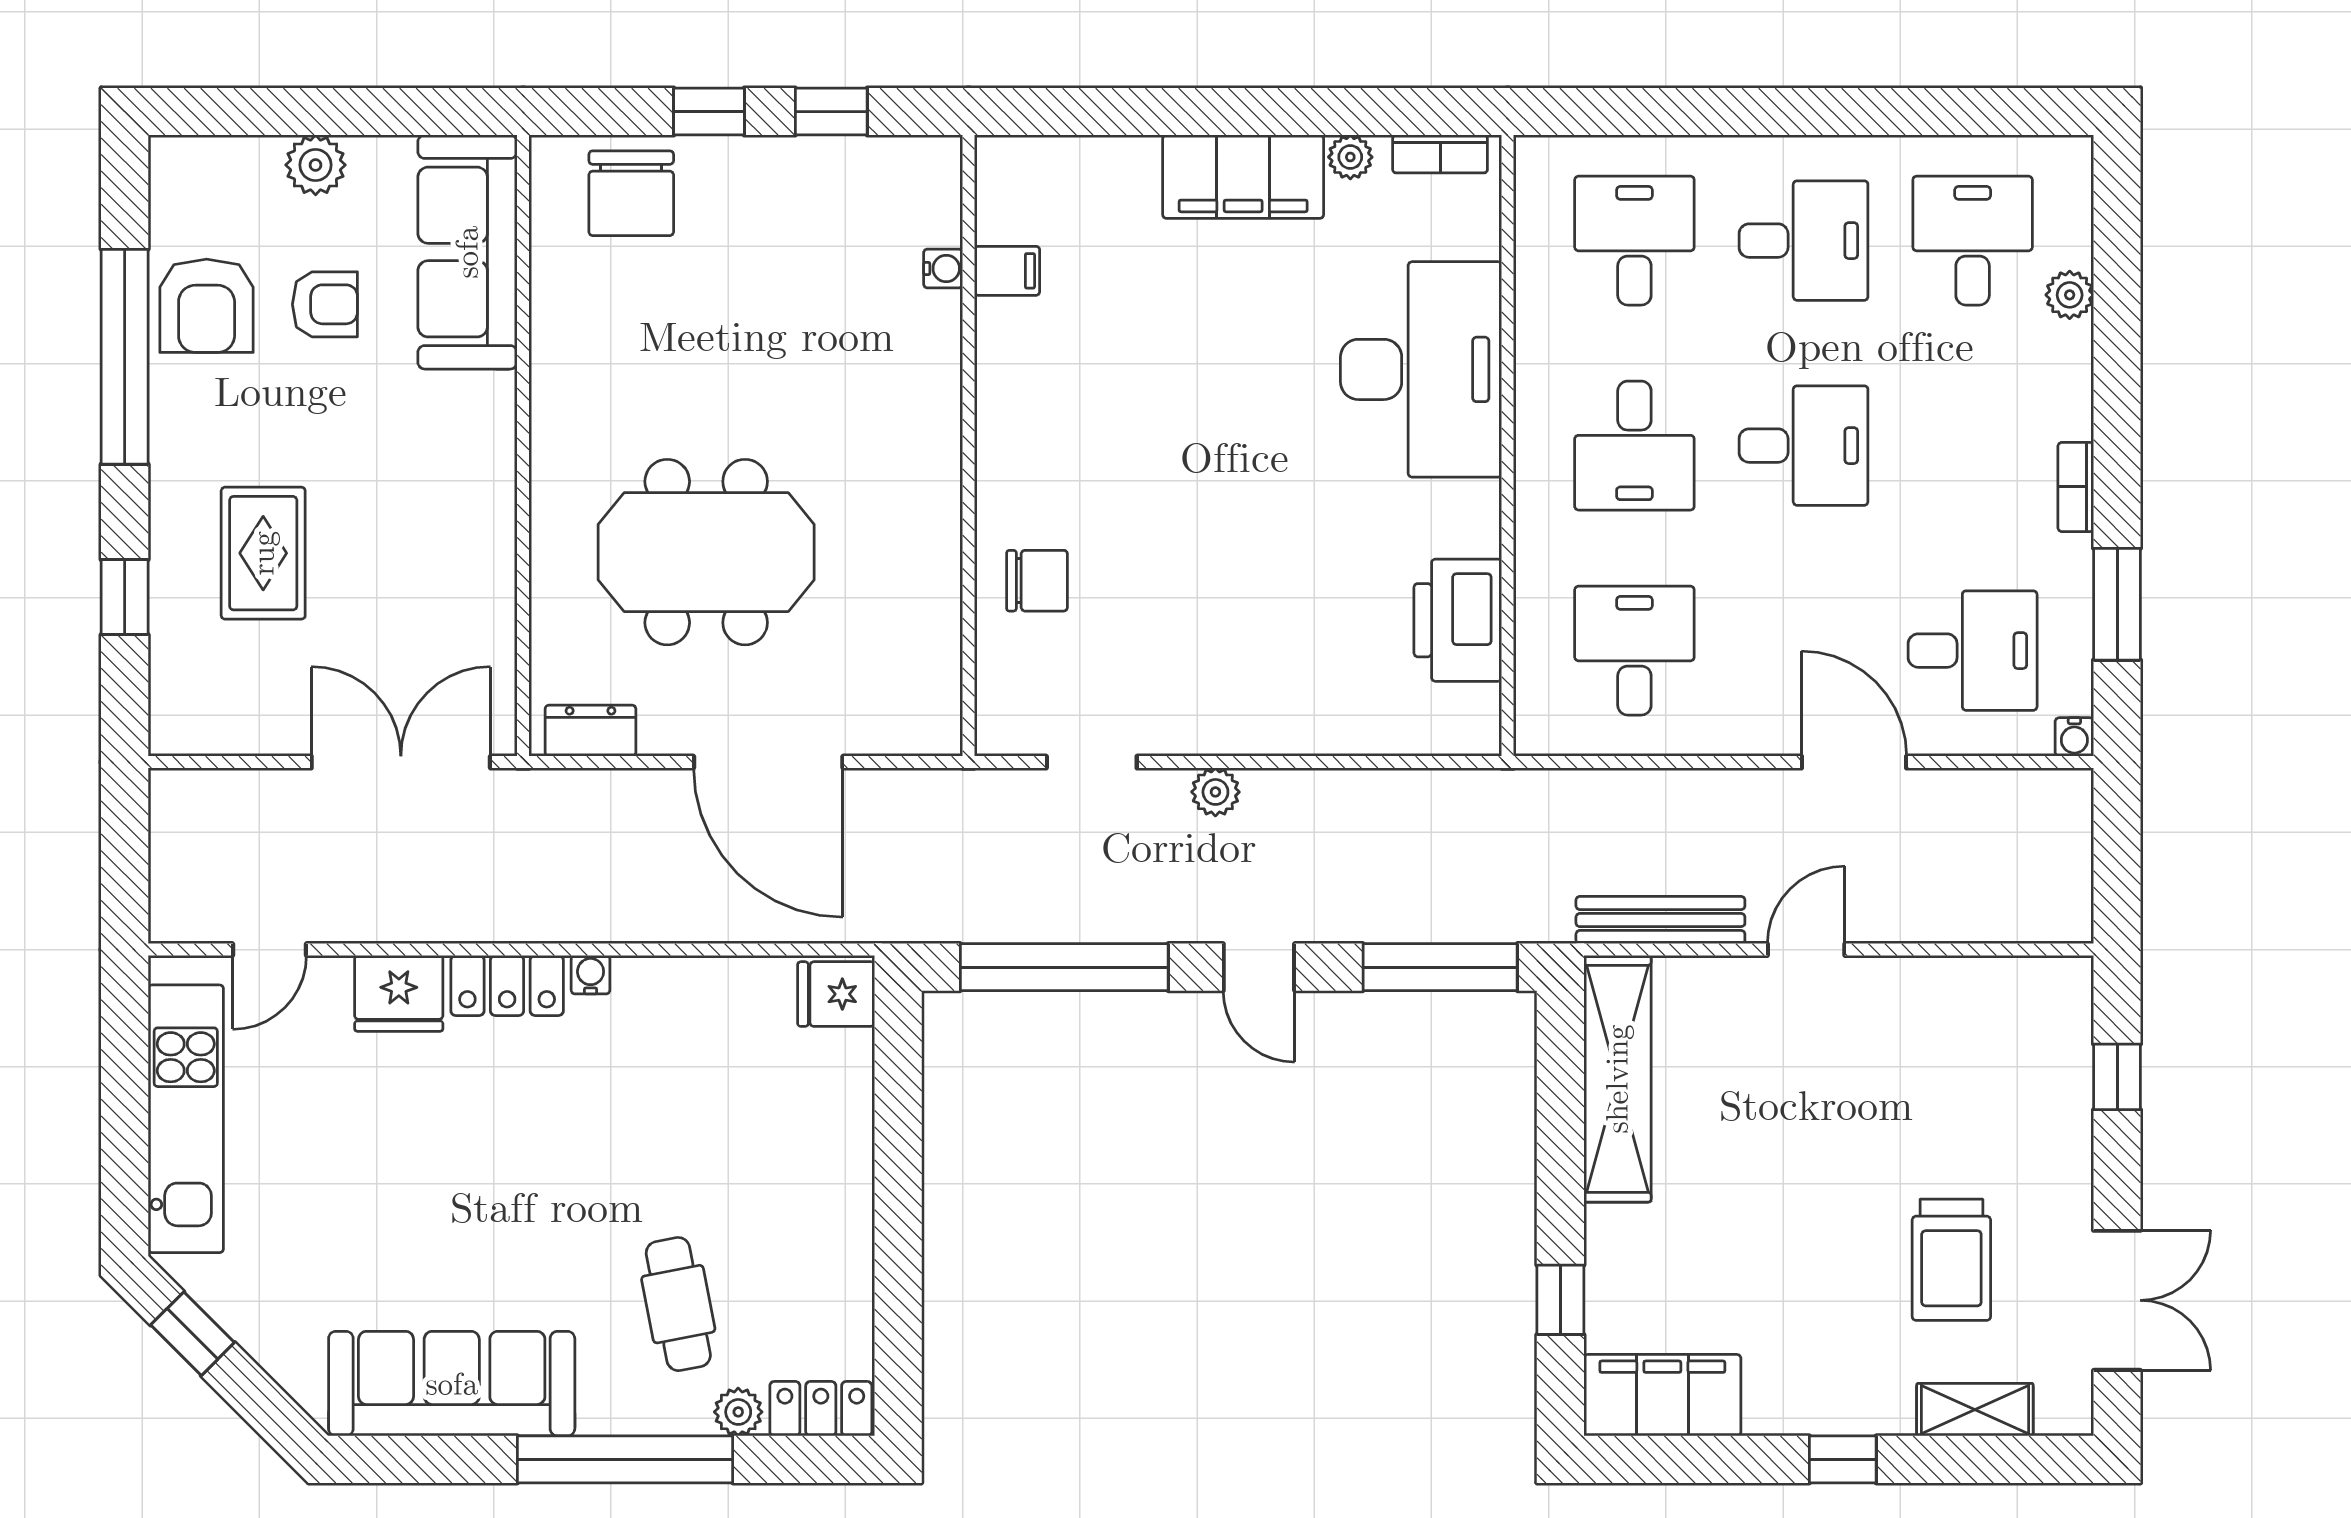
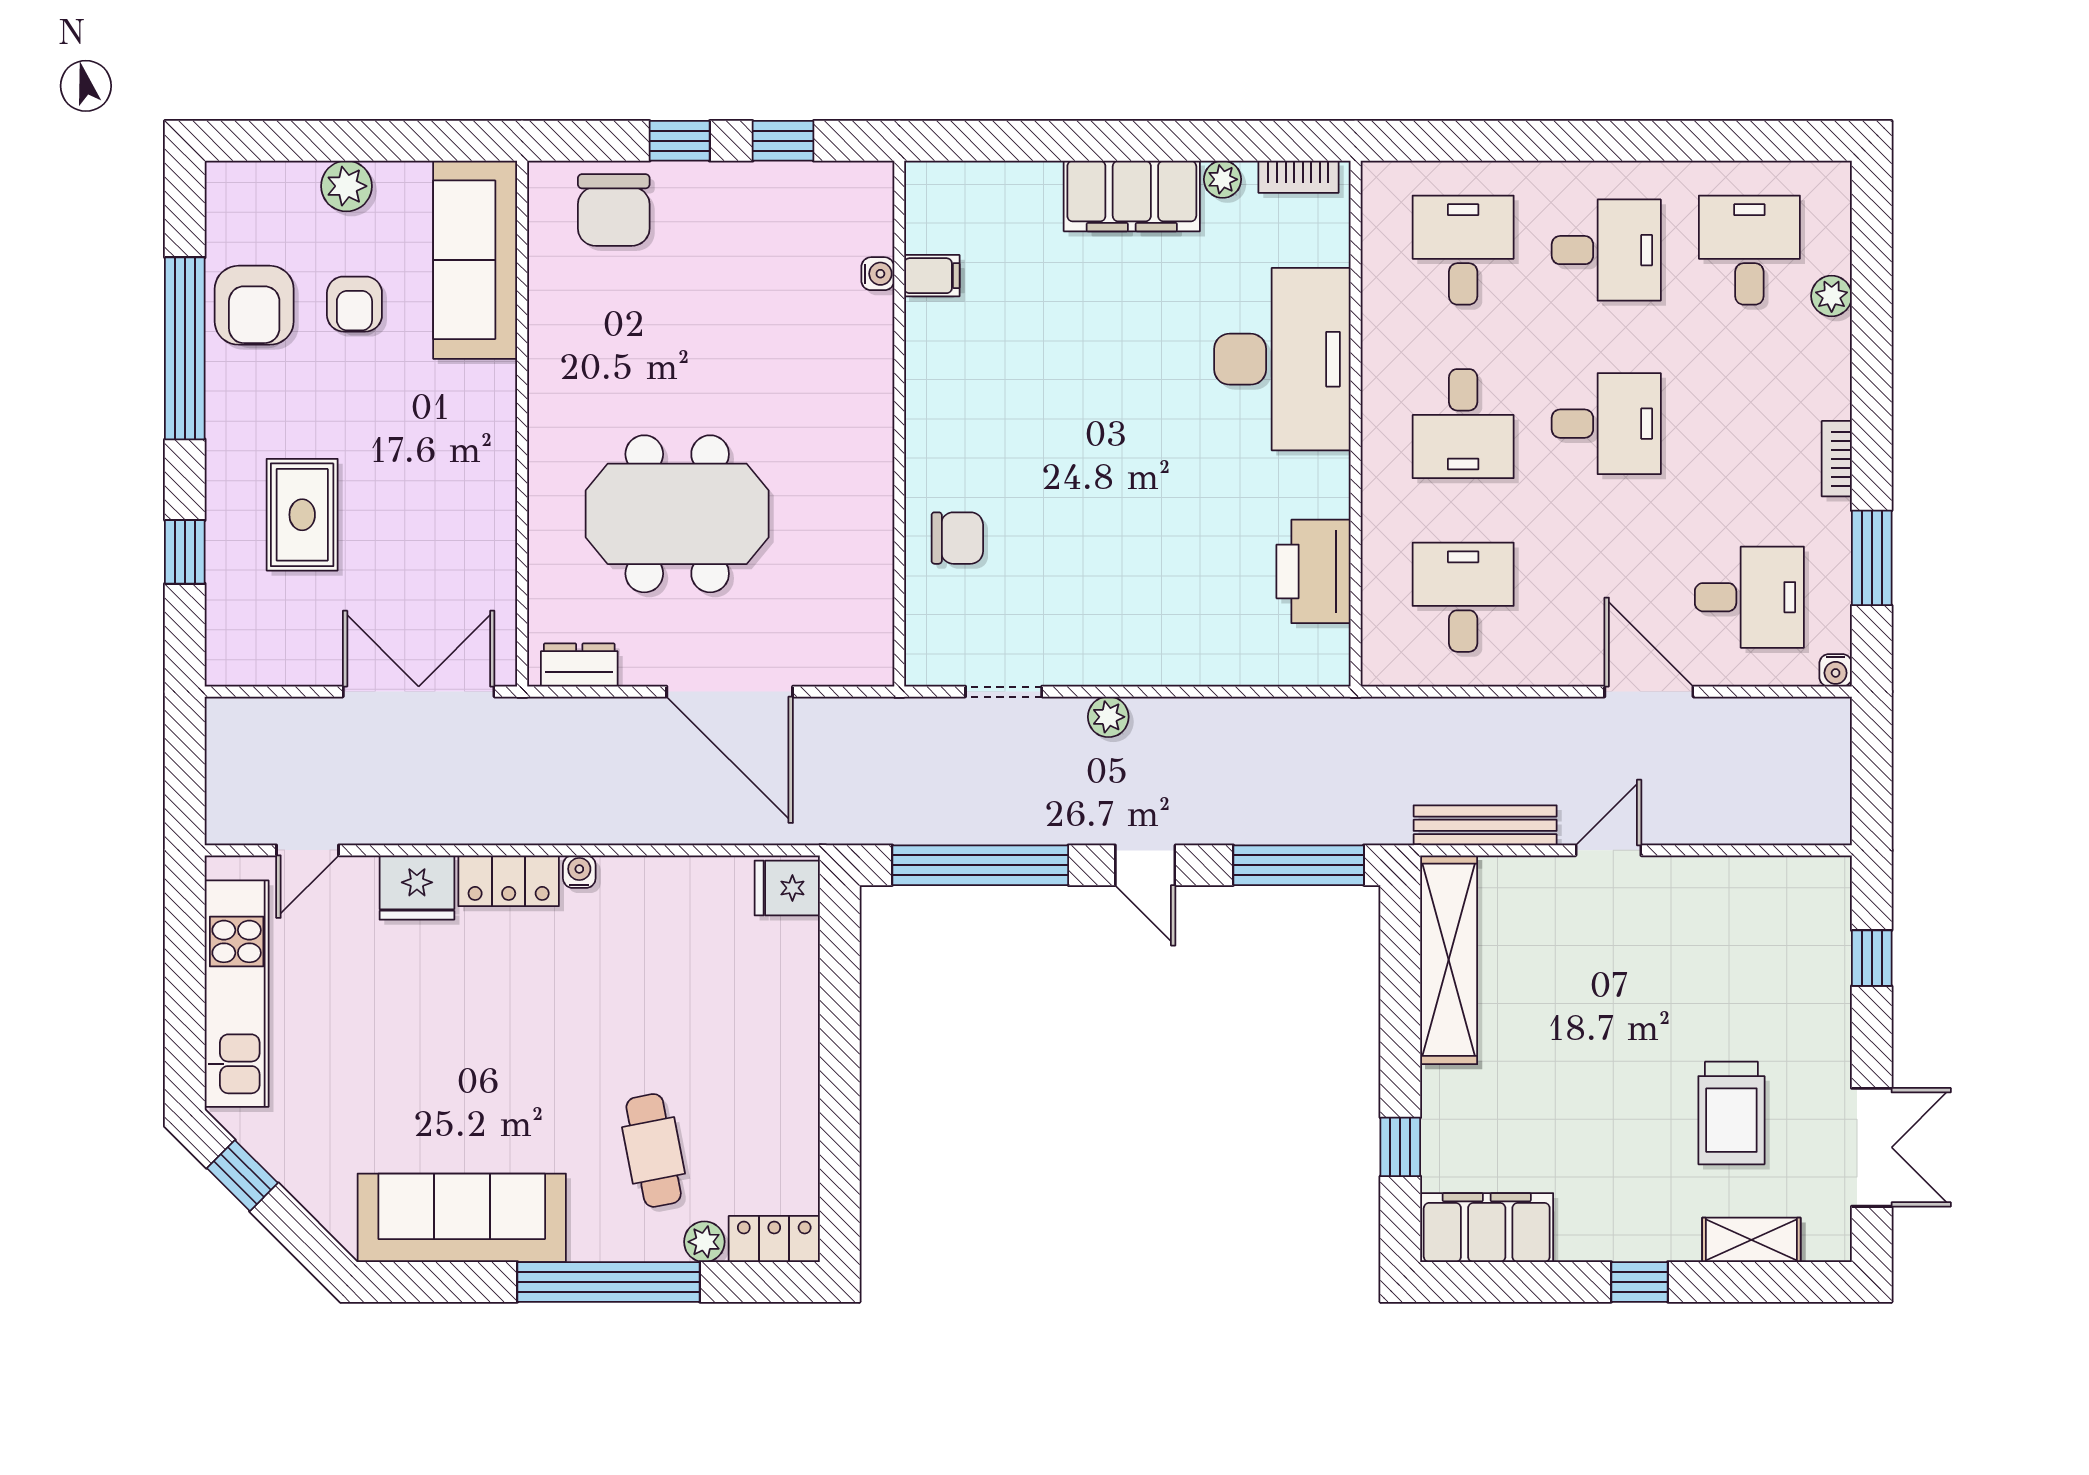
armchair: (325, 304) -> (354, 304), turned 90

